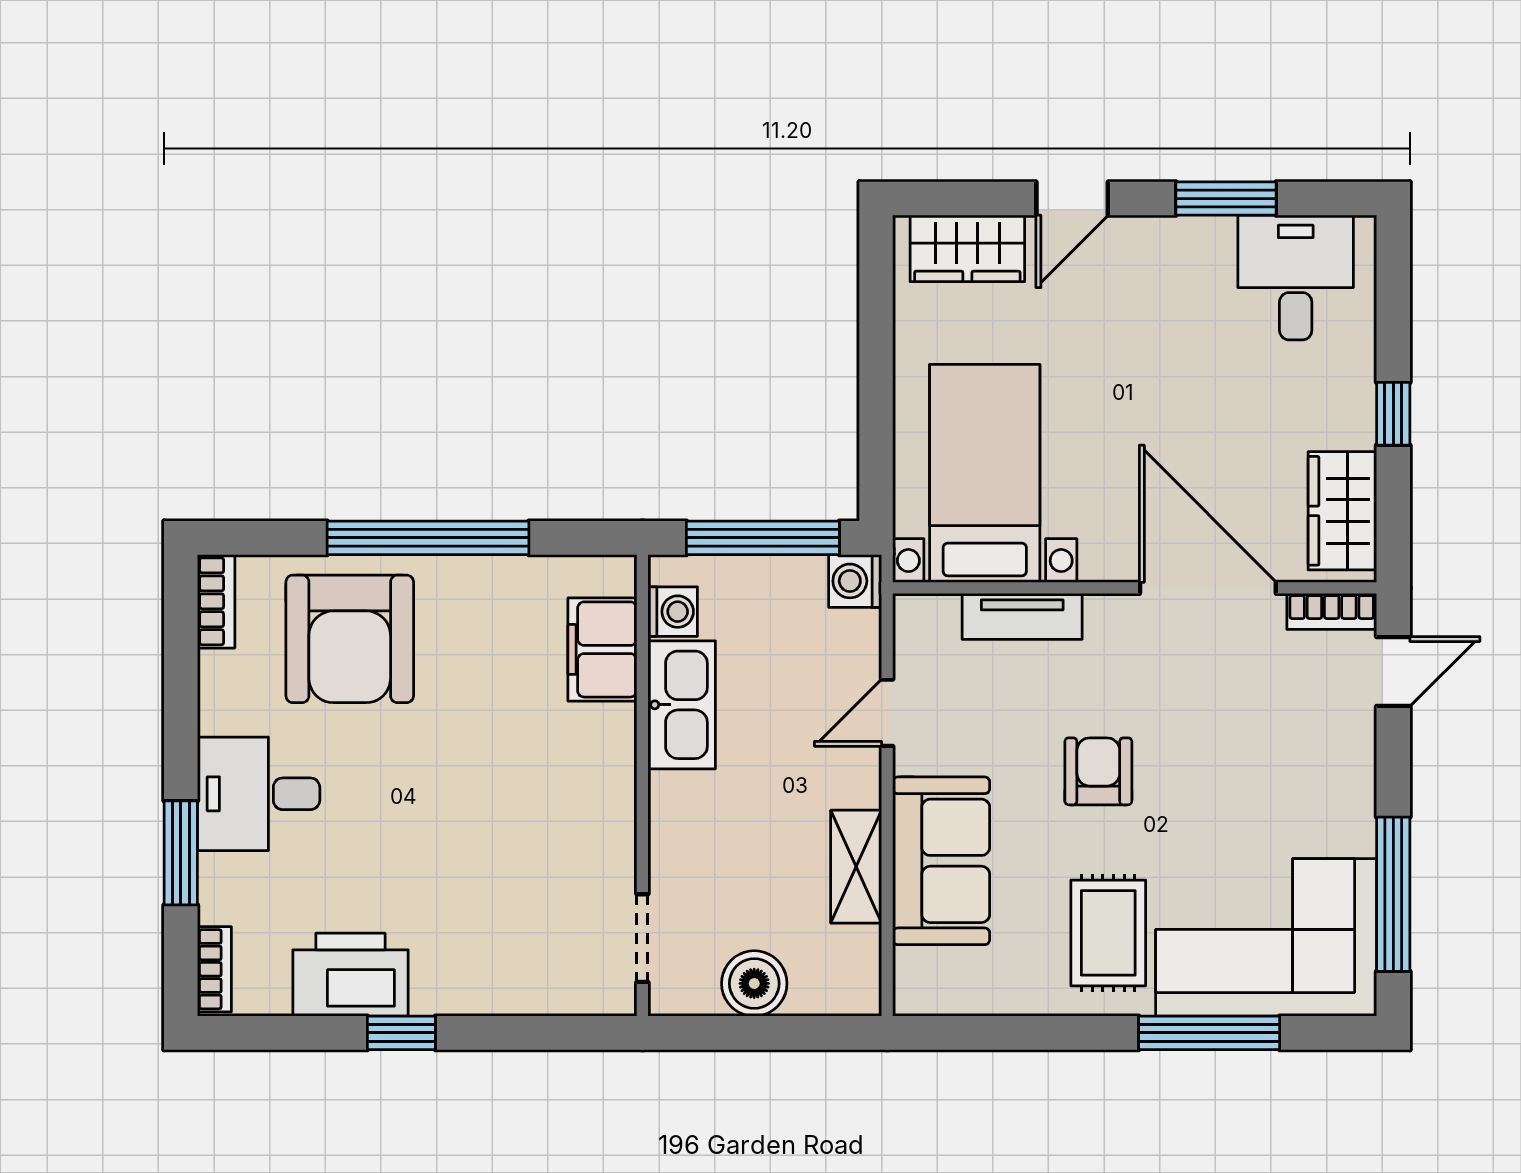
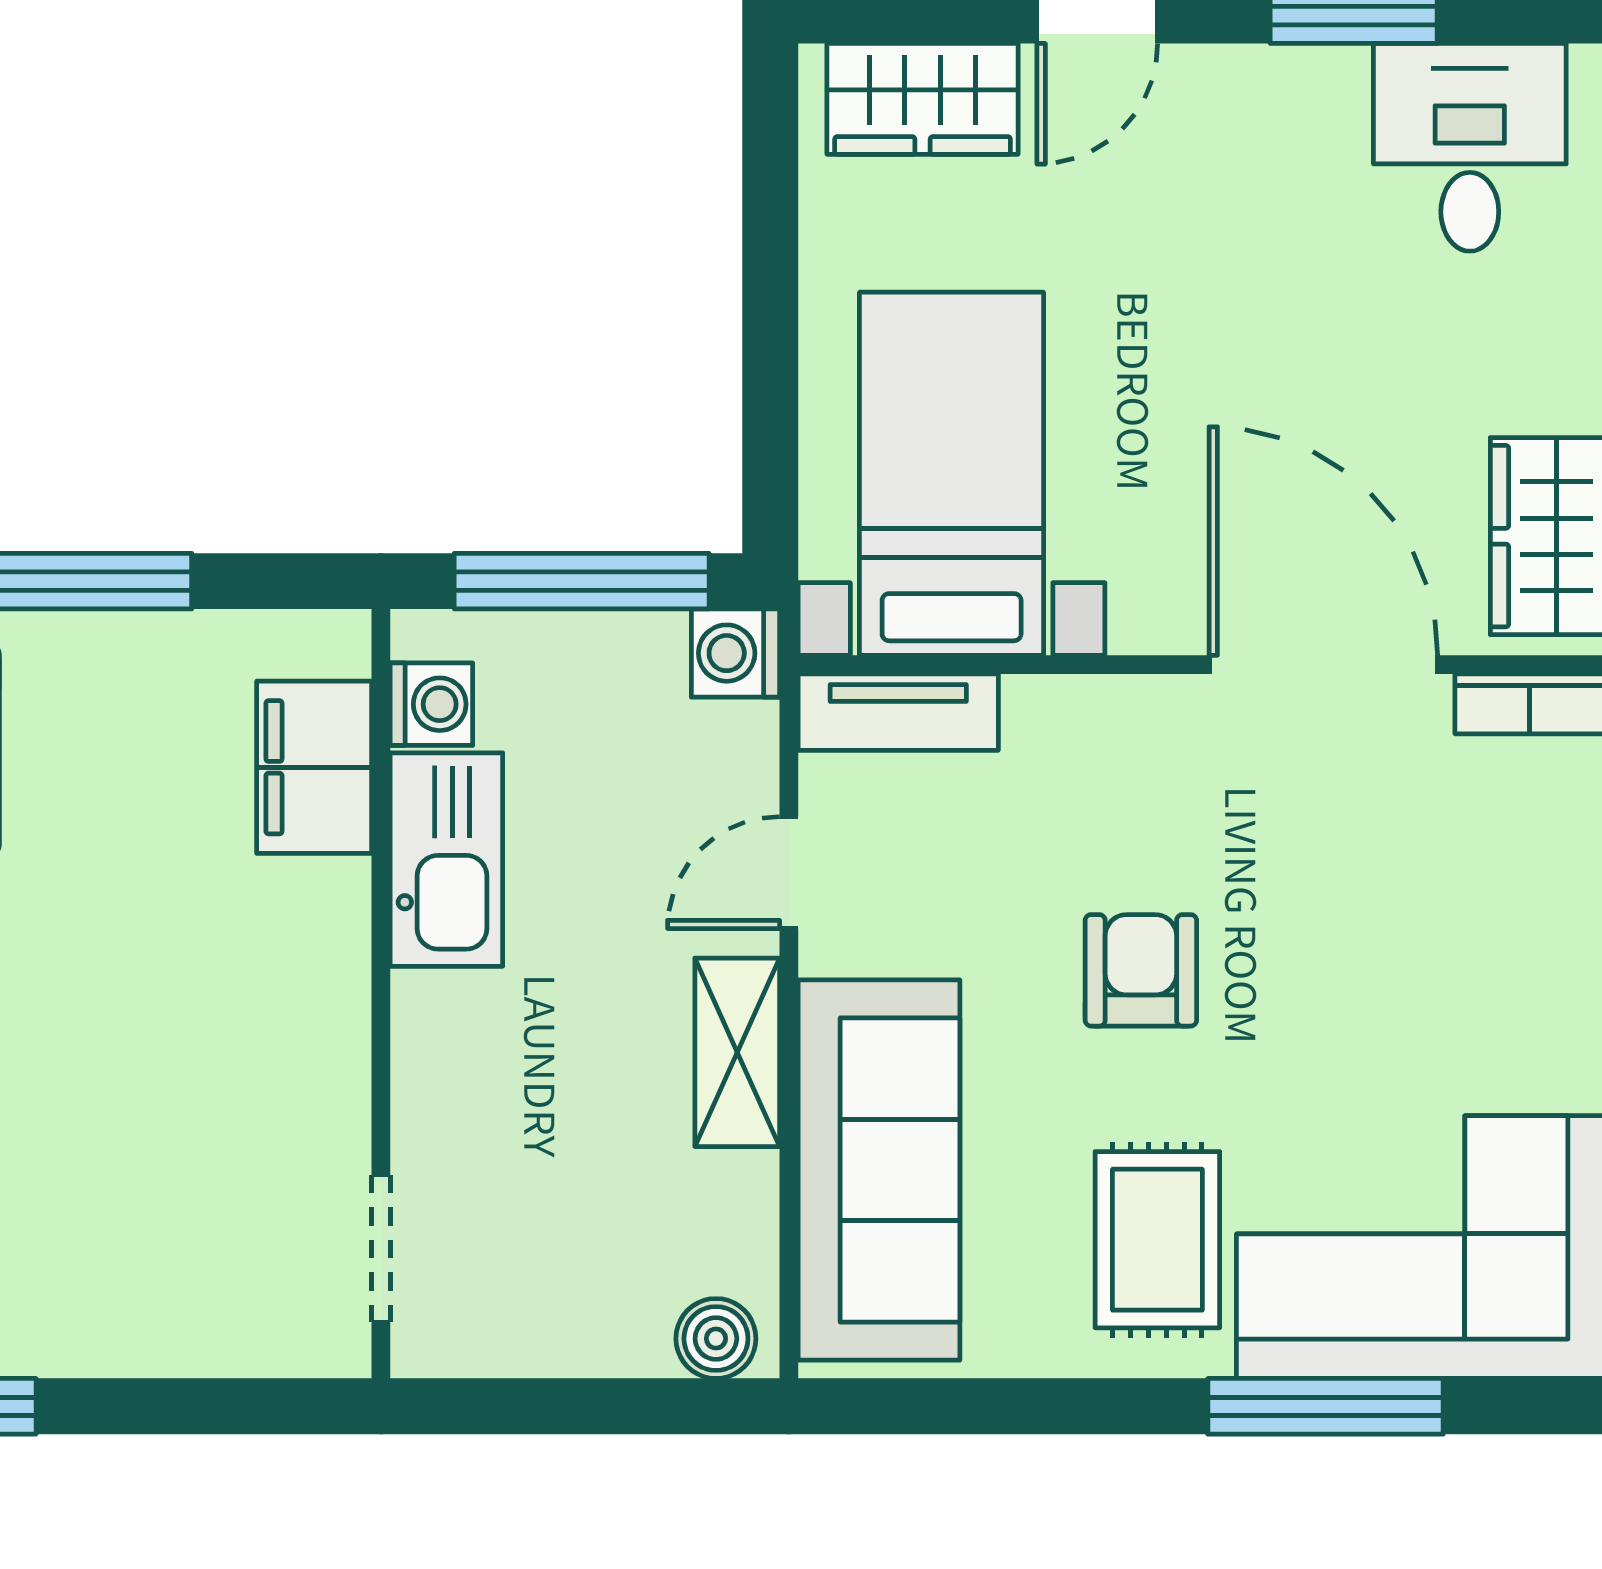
tv unit: (1022, 616) -> (898, 712), moved
sofa: (941, 861) -> (879, 1170), width x1.36
shelving: (856, 867) -> (737, 1052), moved
boiler: (754, 983) -> (716, 1339), moved, width x0.73, depth x0.73

